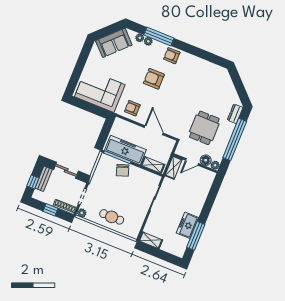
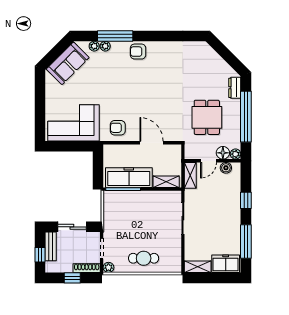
armchair: (154, 79) -> (128, 85), removed
chair: (123, 170) -> (135, 201), removed
boiler: (203, 173) -> (226, 168), added
window: (209, 204) -> (246, 200), added
freezer: (187, 225) -> (226, 264), moved, turned 90

